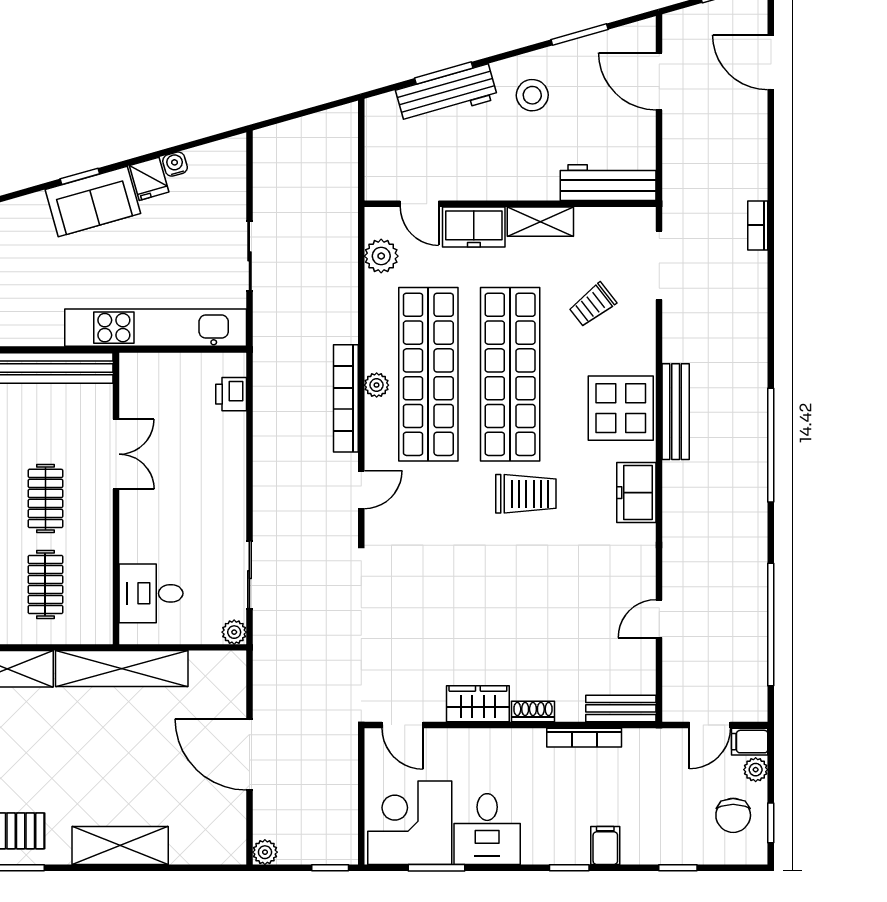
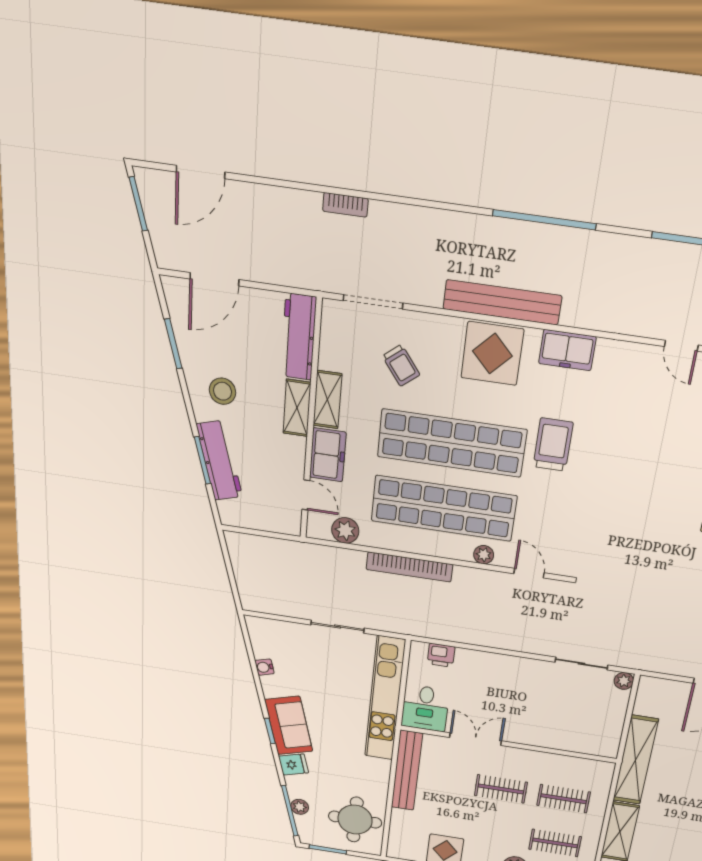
fridge: (149, 179) -> (293, 764), moved
shelving: (525, 186) -> (297, 408), added
door: (419, 204) -> (306, 495), hinge flipped
plant: (377, 385) -> (484, 555), moved
bookcase: (346, 398) -> (409, 567), moved
bench: (676, 412) -> (502, 302), width x1.37, depth x1.21
desk: (151, 593) -> (425, 708), moved

